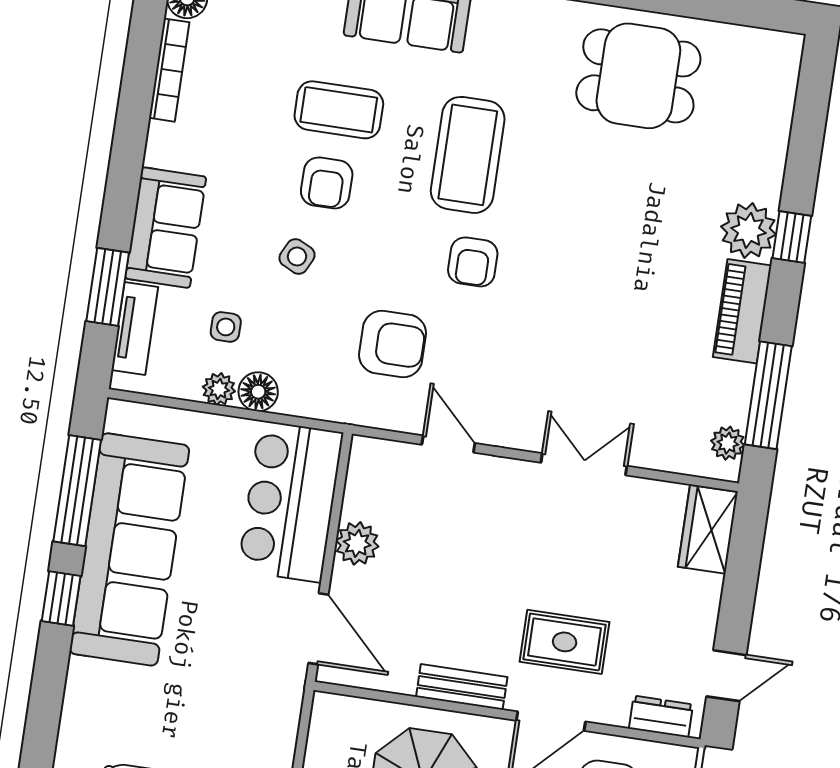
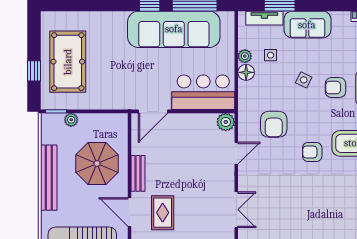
plant: (357, 543) -> (226, 122), moved

